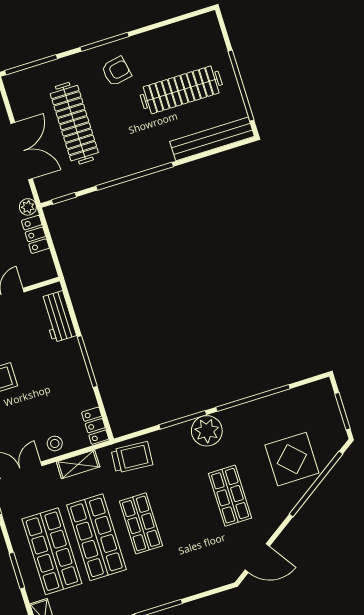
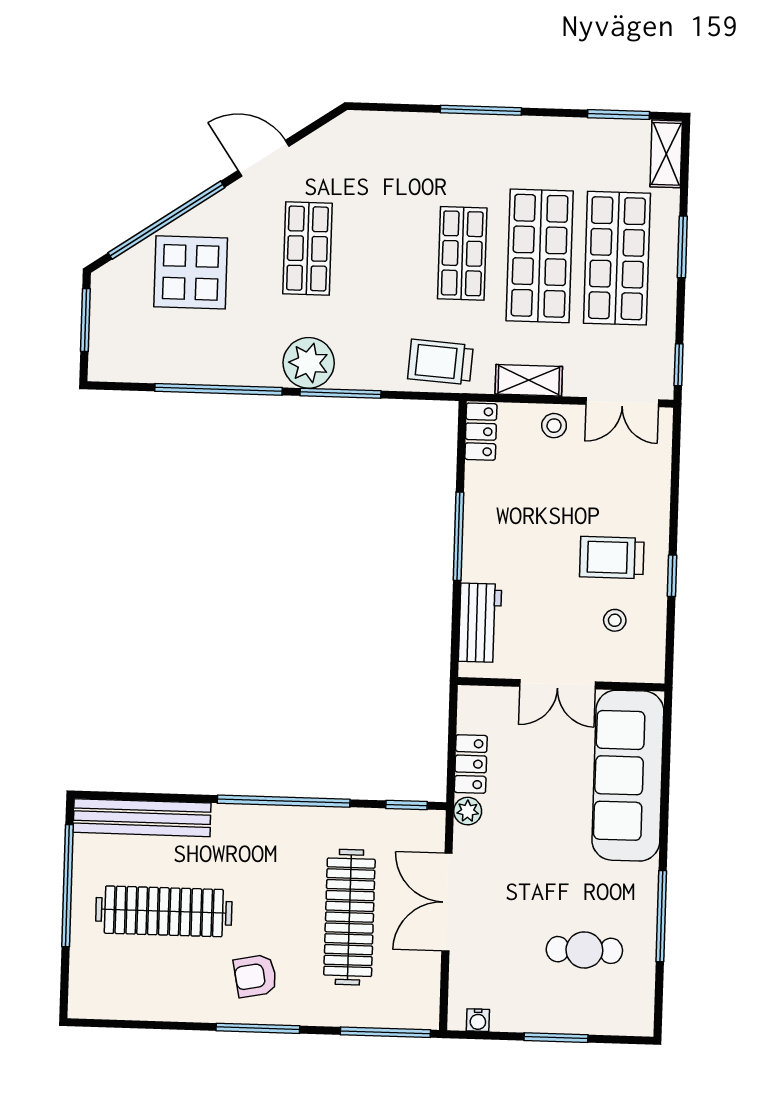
door: (257, 558) -> (264, 158), moved

